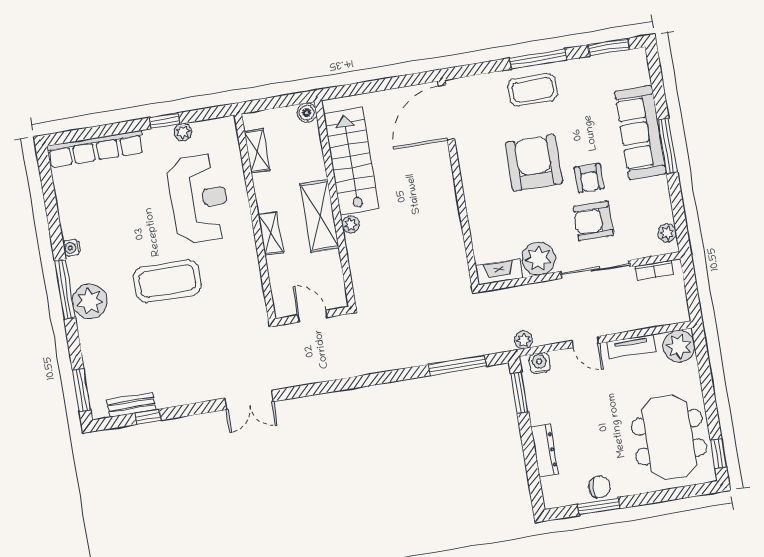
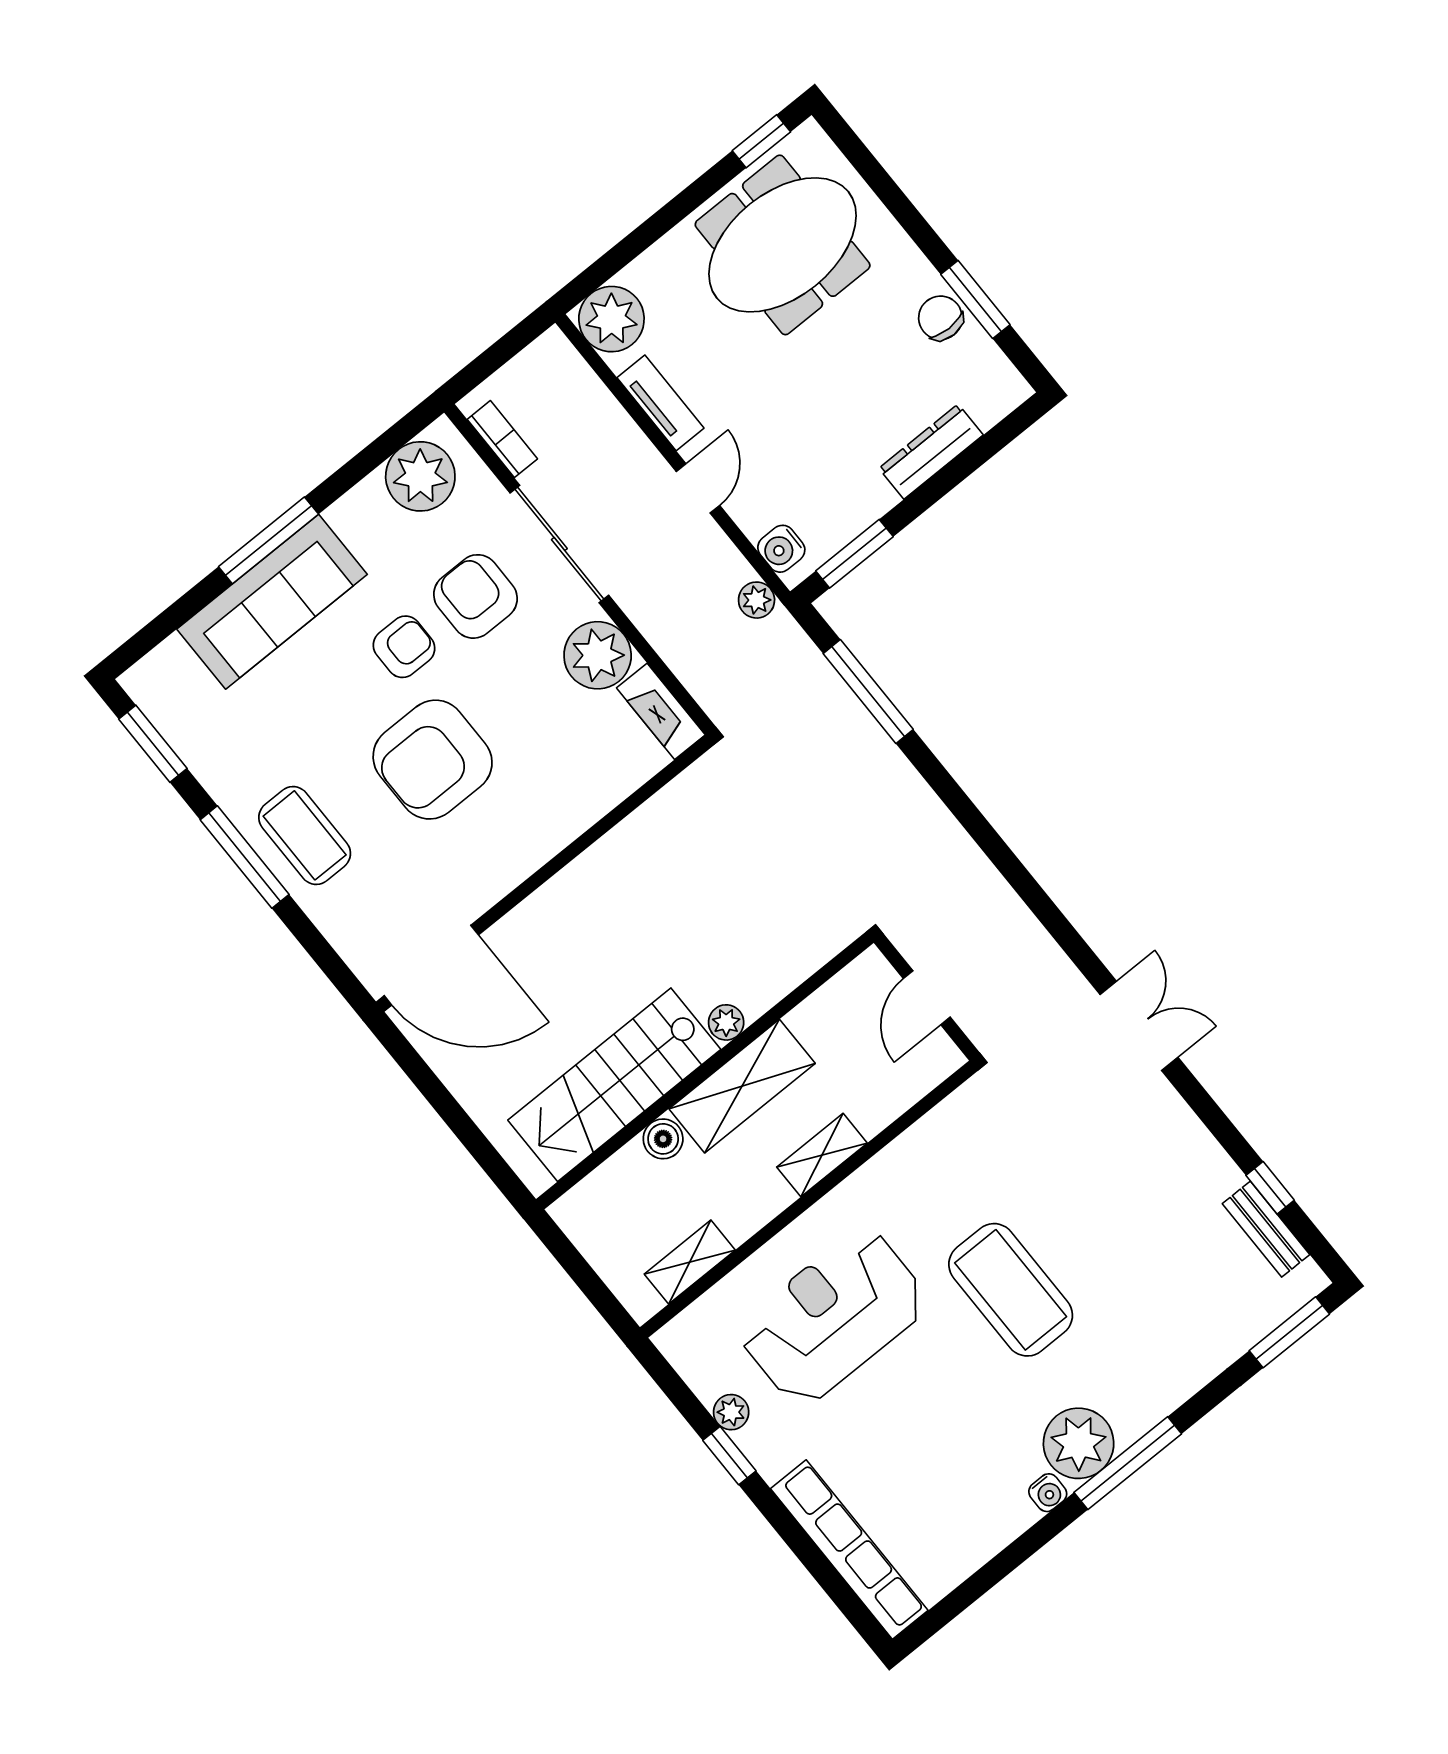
boiler: (307, 113) -> (663, 1139), moved
armchair: (593, 221) -> (476, 596), turned 180
plant: (667, 233) -> (420, 476), width x1.88, depth x1.88
plant: (90, 301) -> (1079, 1443), moved

